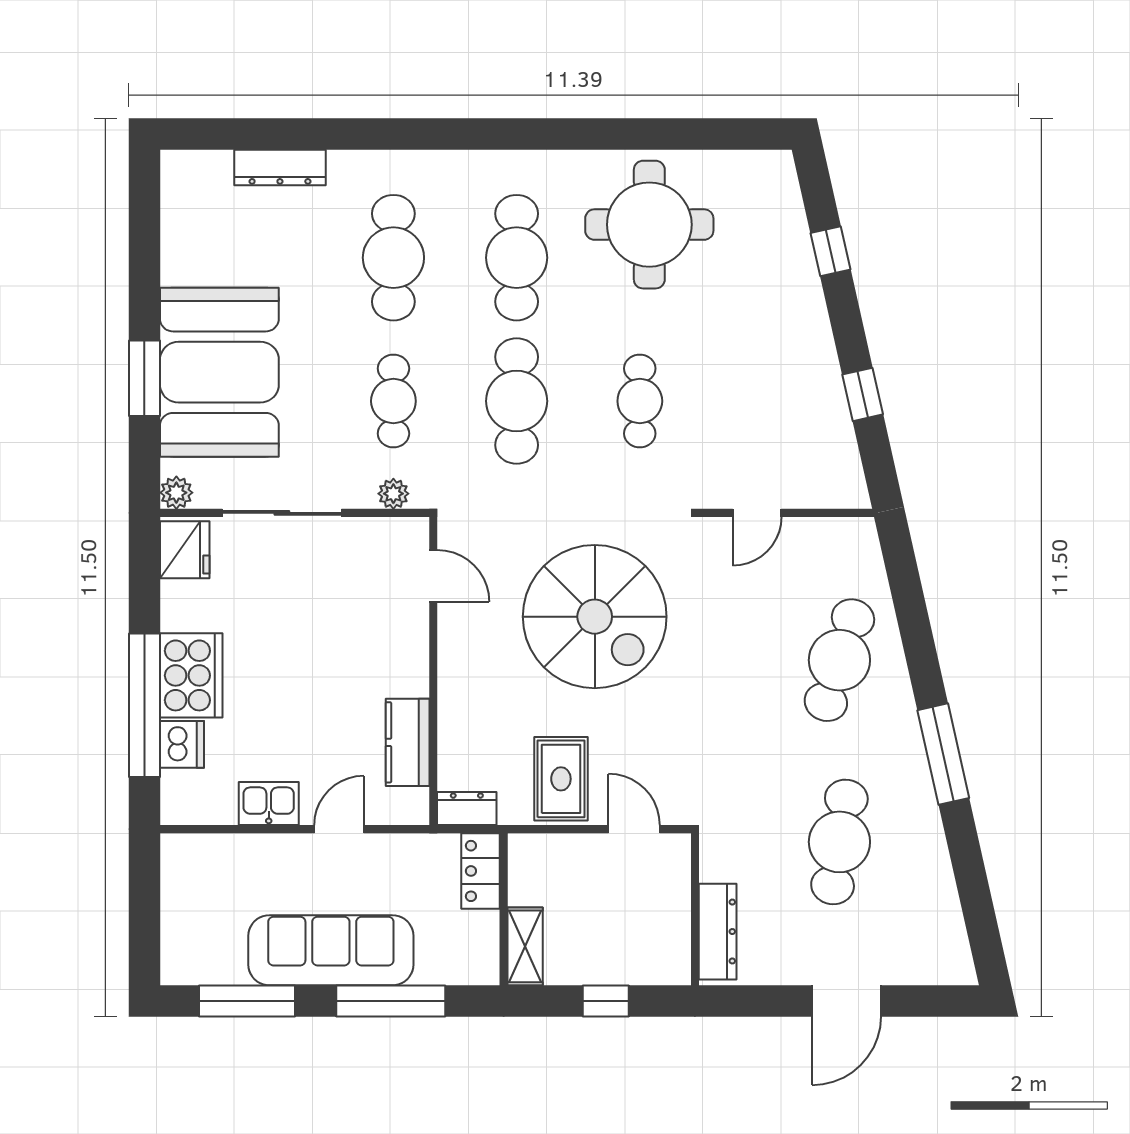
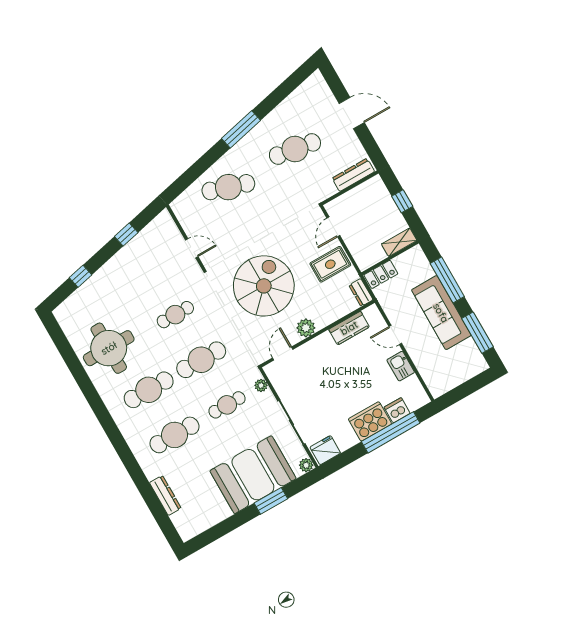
plant: (459, 654) -> (306, 328), added

